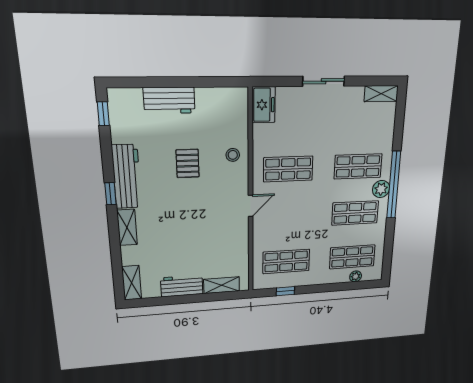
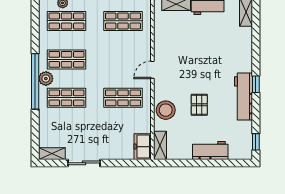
sliding door: (324, 81) -> (84, 163), moved
stool: (233, 155) -> (166, 110), width x1.89, depth x1.89
shelving: (127, 227) -> (160, 145), moved

